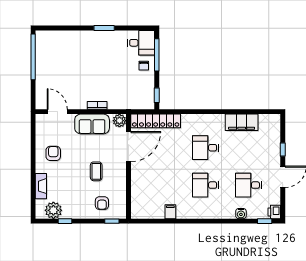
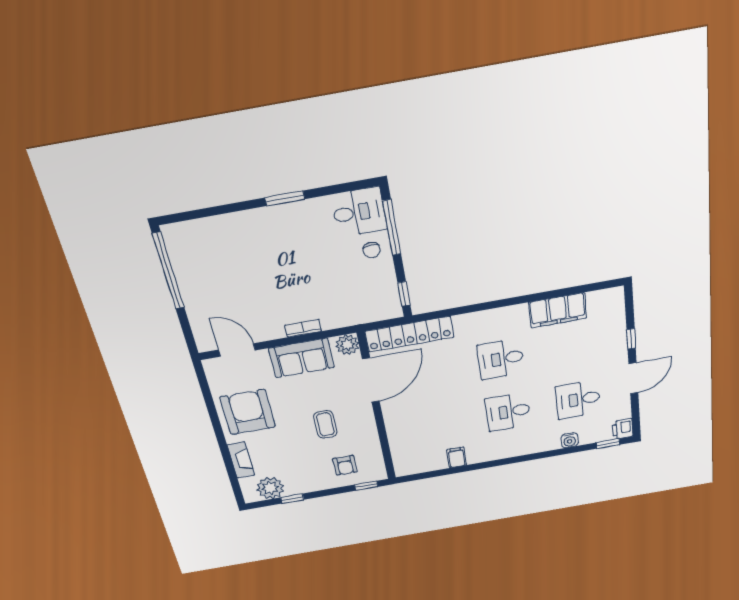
armchair: (53, 153) -> (248, 412), width x1.88, depth x1.88

